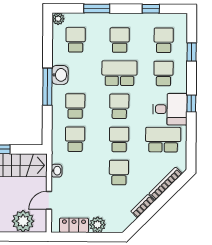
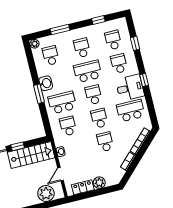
window: (47, 87) -> (39, 94), width x0.69
school desk: (75, 106) -> (62, 103), width x1.85

